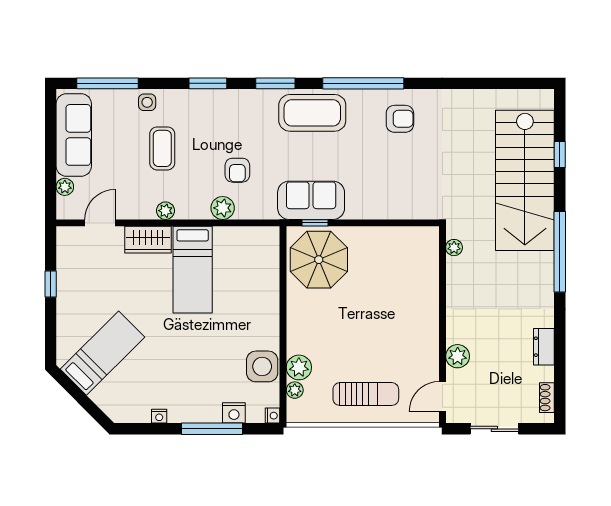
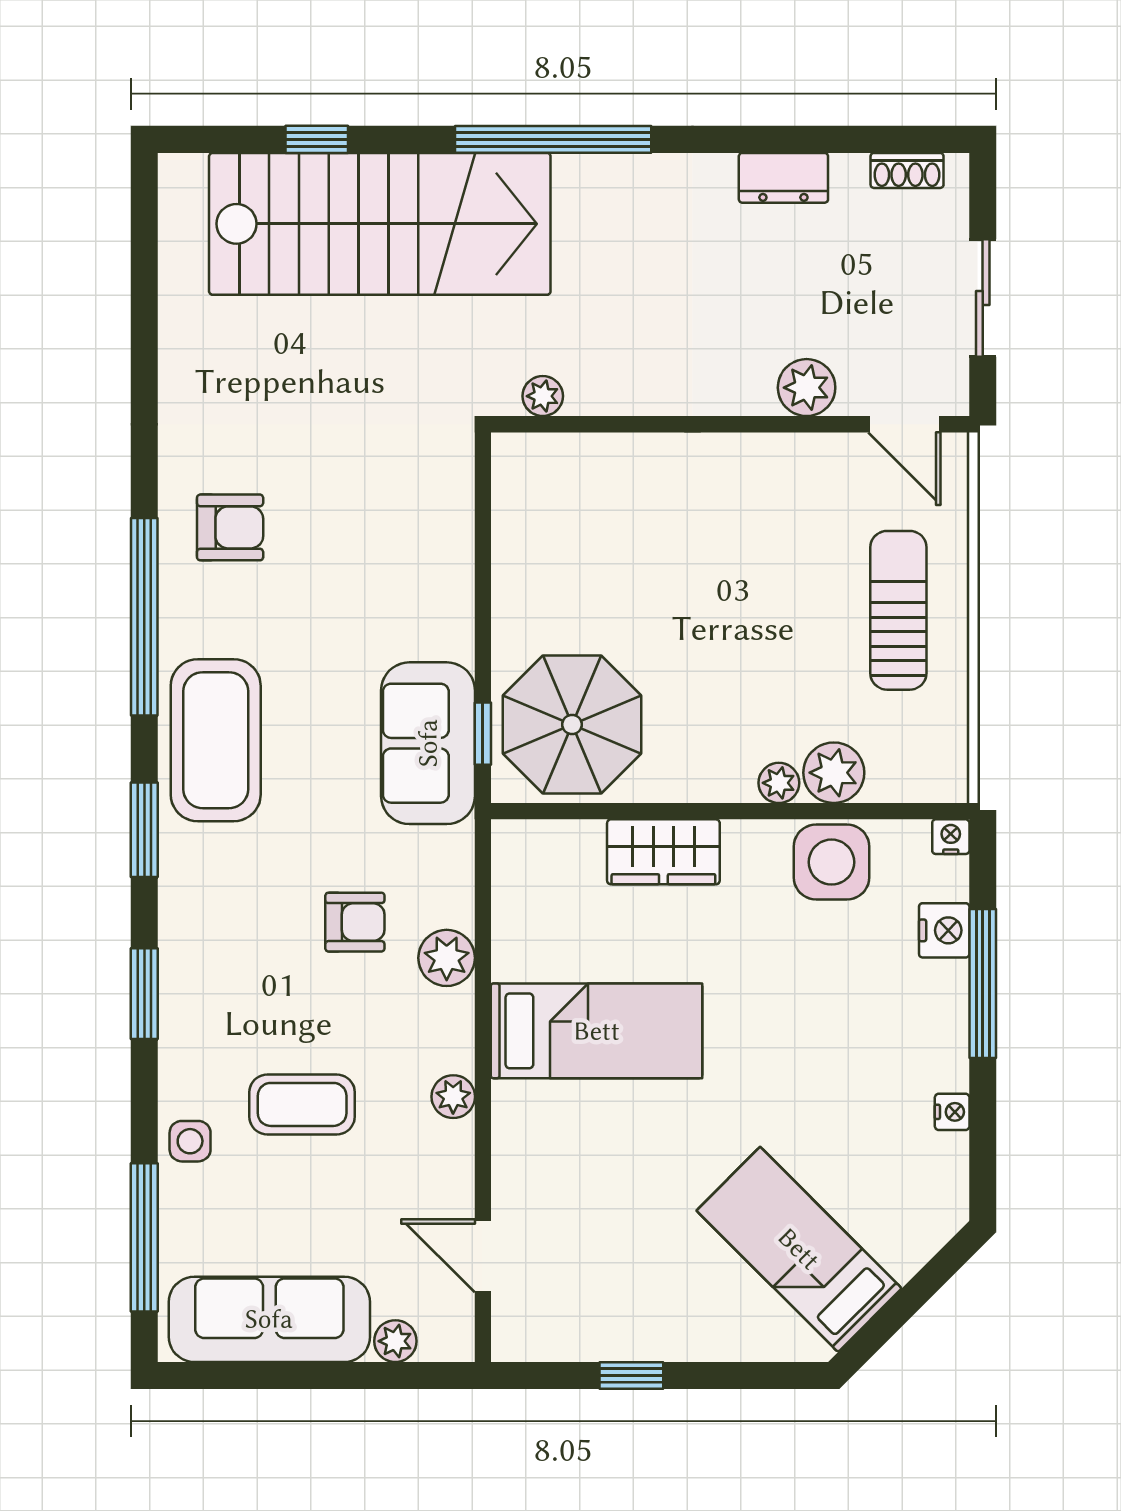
armchair: (400, 119) -> (230, 527), turned 90
wardrobe: (148, 240) -> (663, 852), moved, turned 90
plant: (295, 390) -> (779, 783), moved

